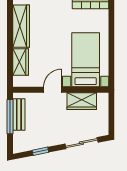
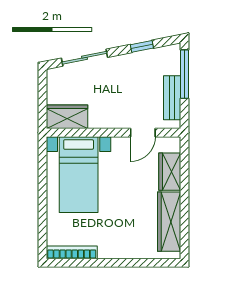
door: (53, 90) -> (143, 133), moved
wardrobe: (82, 101) -> (67, 117), moved
window: (10, 117) -> (184, 74), moved

